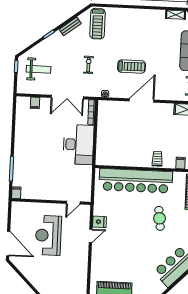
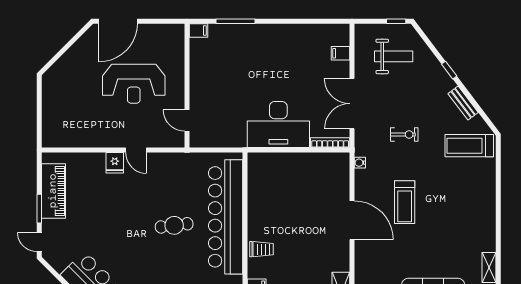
weight bench: (38, 69) -> (394, 56), turned -90
cafe table: (160, 218) -> (174, 225), moved
fridge: (99, 222) -> (115, 163), moved
reception desk: (48, 235) -> (134, 84), turned 180

